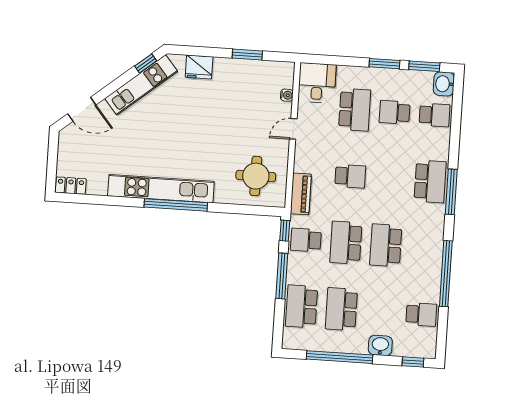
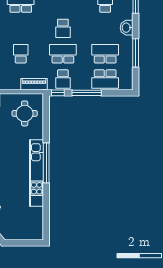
locker: (71, 186) -> (38, 230), removed
school desk: (346, 243) -> (63, 54), turned 180
school desk: (386, 245) -> (63, 28), width x0.54
school desk: (341, 309) -> (105, 54), turned 180
window: (340, 357) -> (136, 53), width x0.68

